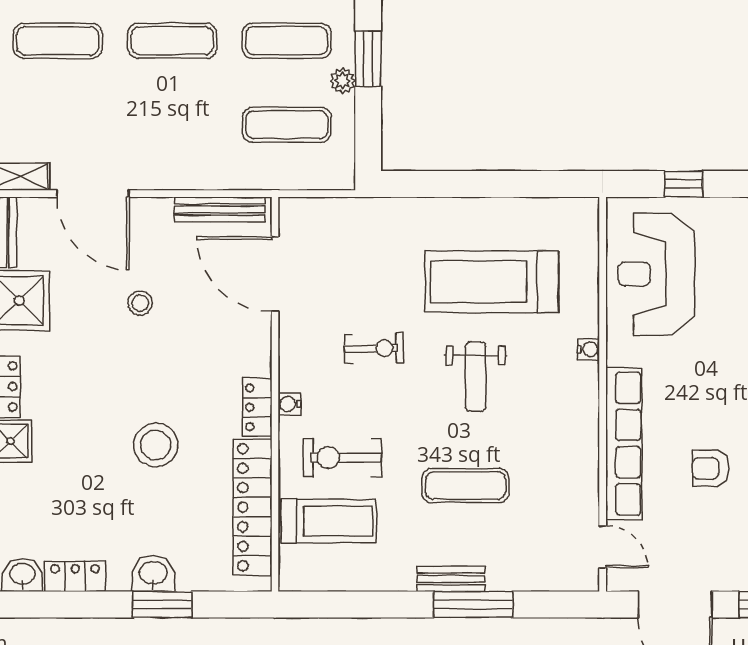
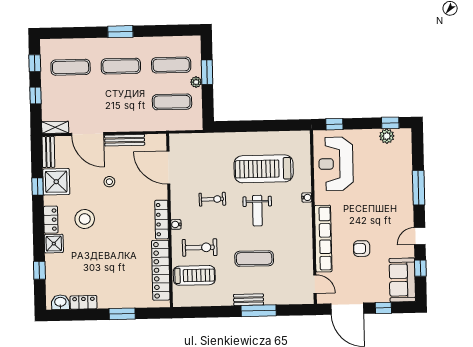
window: (684, 184) -> (334, 124), moved
bench: (220, 209) -> (125, 140), moved
locker: (257, 407) -> (162, 220), width x1.53
stool: (156, 445) -> (85, 219), moved
exercise bike: (342, 458) -> (200, 247), turned 180
washbasin: (153, 574) -> (118, 300), removed

